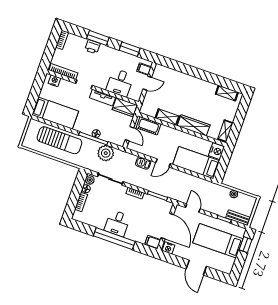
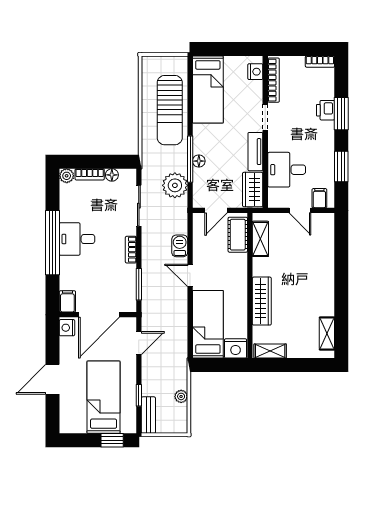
shelving: (167, 117) -> (260, 239), moved
plant: (90, 180) -> (67, 176), moved

